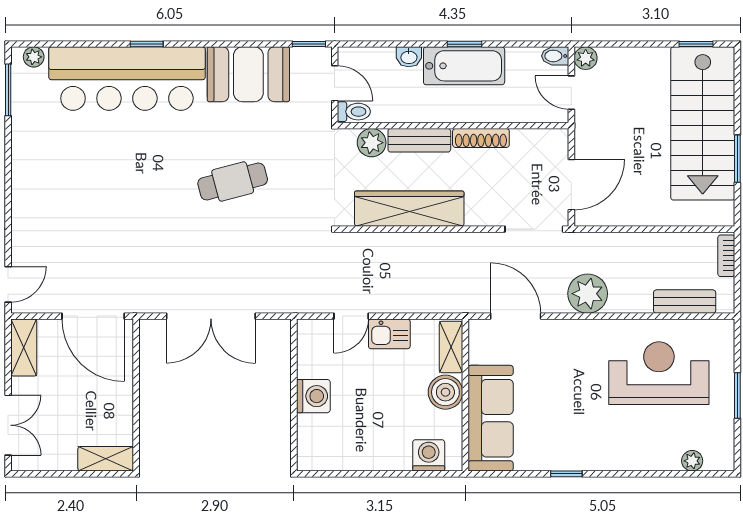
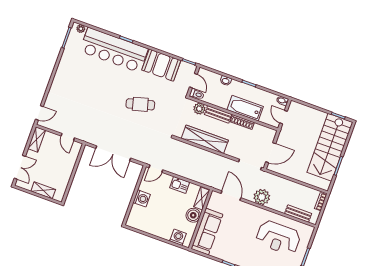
plant: (586, 58) -> (294, 106), removed
bathtub: (464, 66) -> (245, 108), moved, turned 180
door: (93, 316) -> (68, 137), width x0.53
door: (351, 316) -> (156, 169), moved
reception desk: (659, 373) -> (278, 238), turned 180
shelving: (106, 459) -> (43, 190), moved

